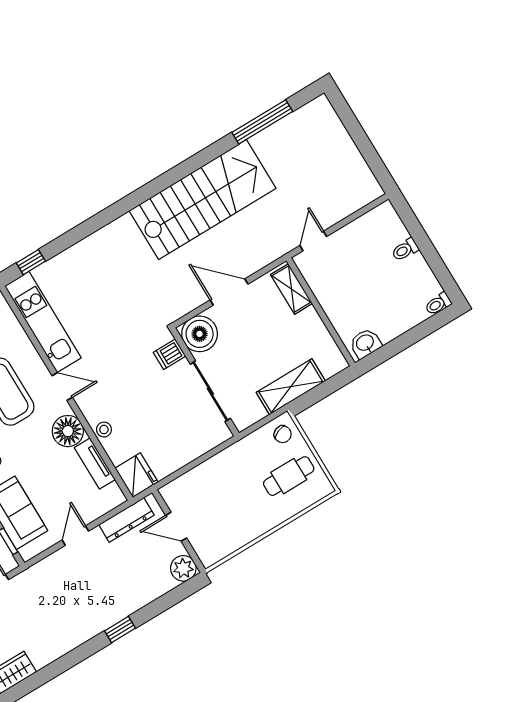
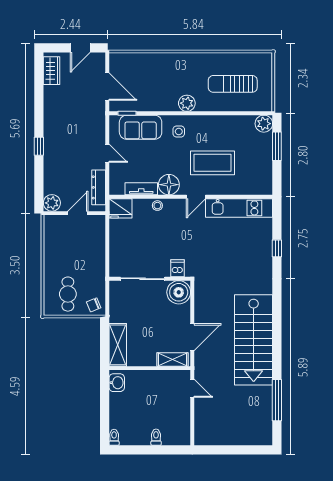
window: (31, 262) -> (277, 248), moved
door: (229, 292) -> (192, 337), moved
shelving: (291, 387) -> (118, 345), moved

